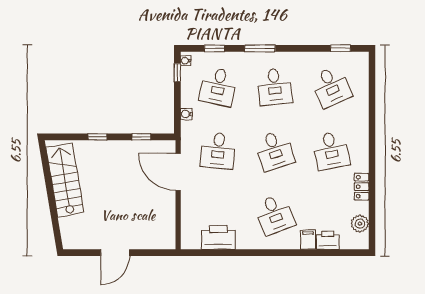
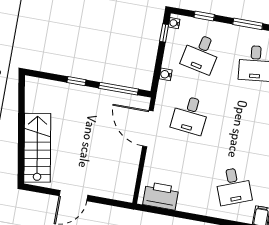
window: (141, 137) -> (118, 89), width x2.17
desk: (275, 151) -> (244, 125), removed
stairs: (65, 180) -> (37, 148), moved
printer: (218, 237) -> (161, 196), moved

